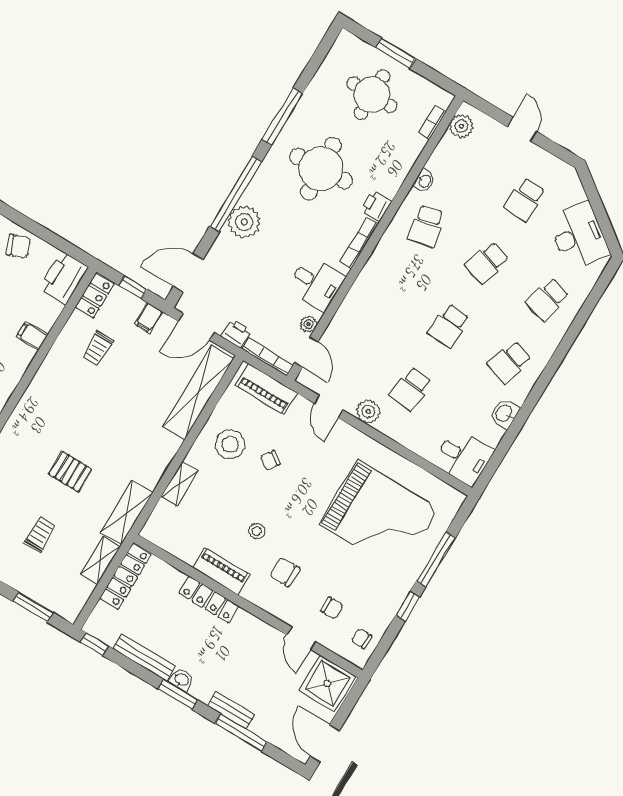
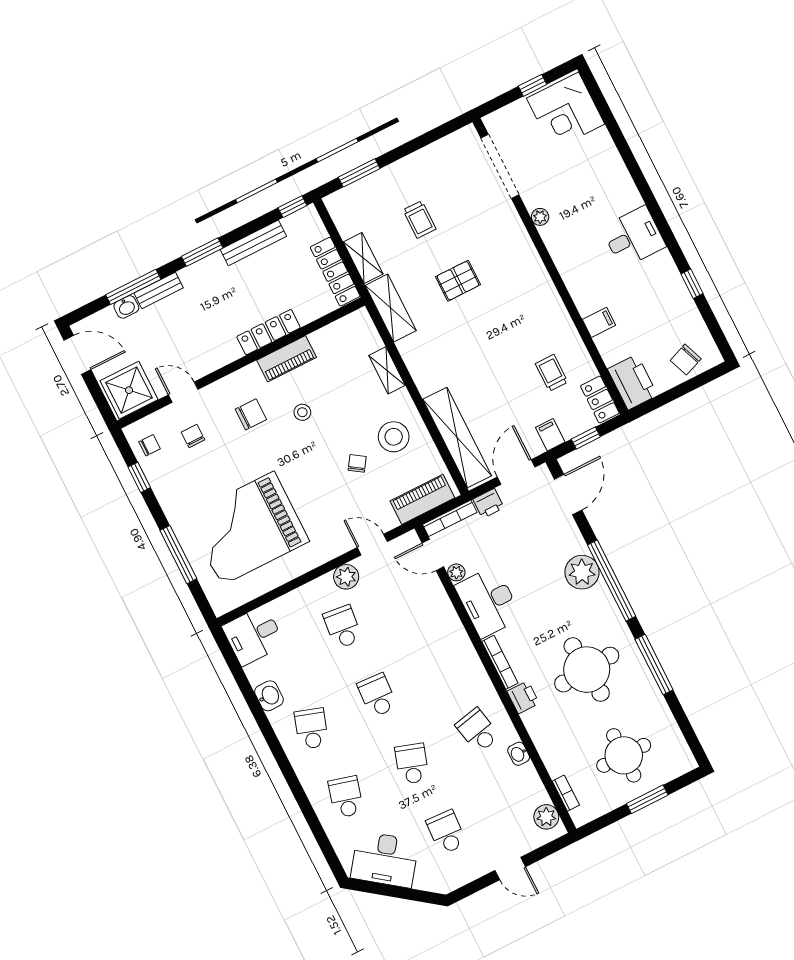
desk: (316, 283) -> (488, 602), width x1.37
window: (408, 606) -> (139, 477), moved
chair: (332, 608) -> (193, 436), turned 90
washbasin: (182, 680) -> (126, 307), moved

